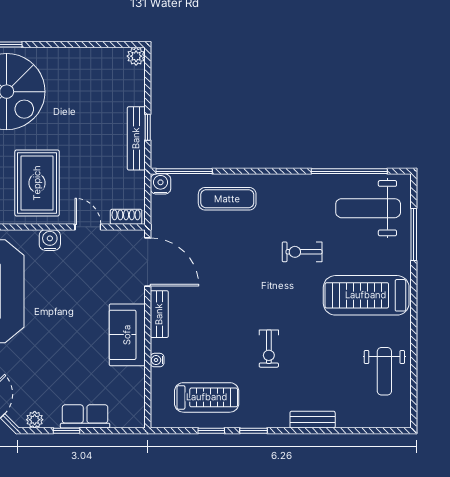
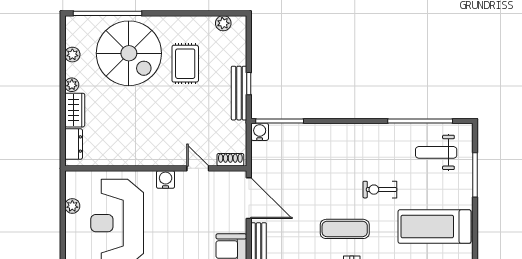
plant: (136, 56) -> (223, 23), moved
rug: (37, 183) -> (185, 64), moved, width x0.73, depth x0.70
exercise mat: (227, 199) -> (345, 229), moved
weight bench: (368, 208) -> (436, 152), width x0.73, depth x0.75

